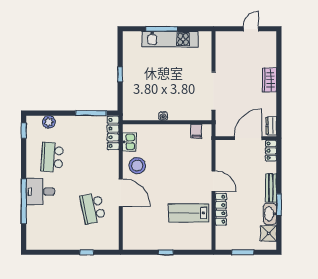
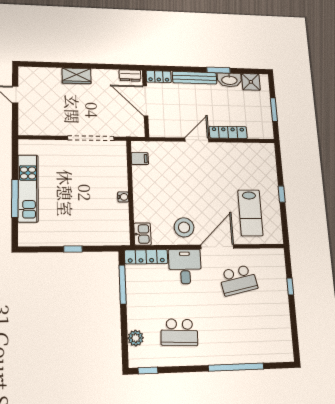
kitchen sink: (129, 142) -> (143, 234), moved, turned 90
bench: (271, 188) -> (195, 78), width x1.36
desk: (40, 192) -> (185, 266), moved, turned 180
lab bench: (189, 213) -> (250, 213), moved

